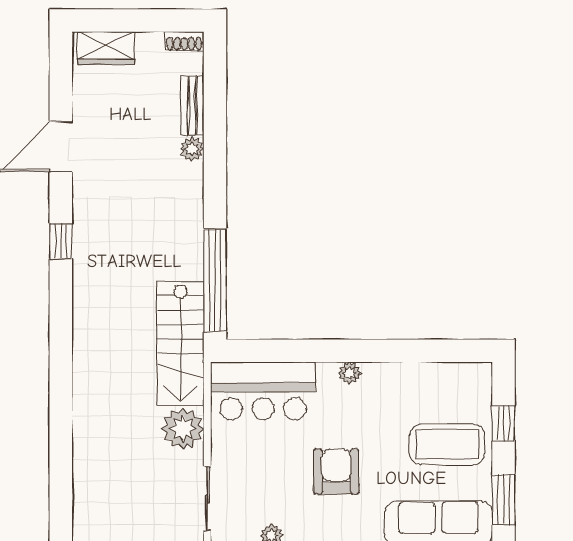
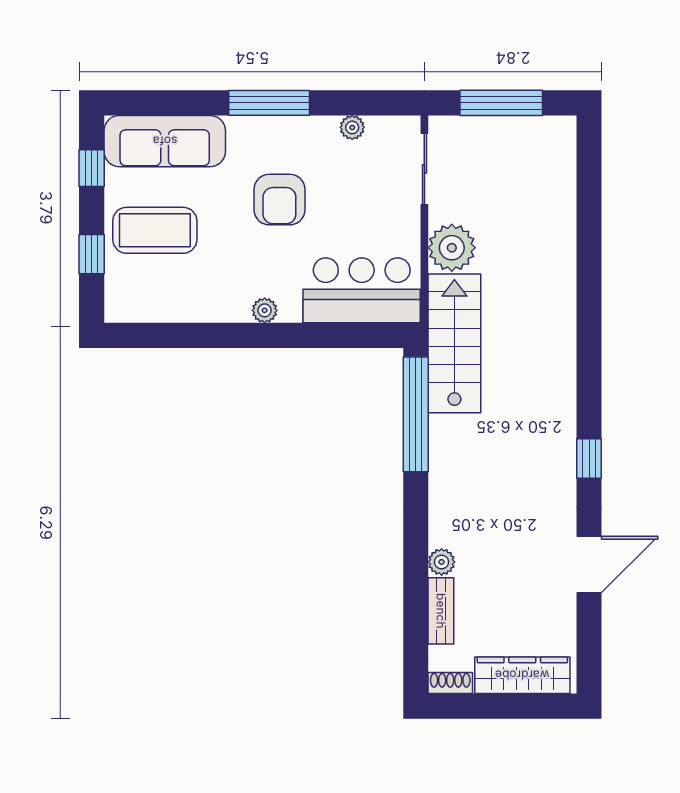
wardrobe: (106, 48) -> (522, 675), width x1.50
window: (503, 500) -> (92, 168), width x0.67

